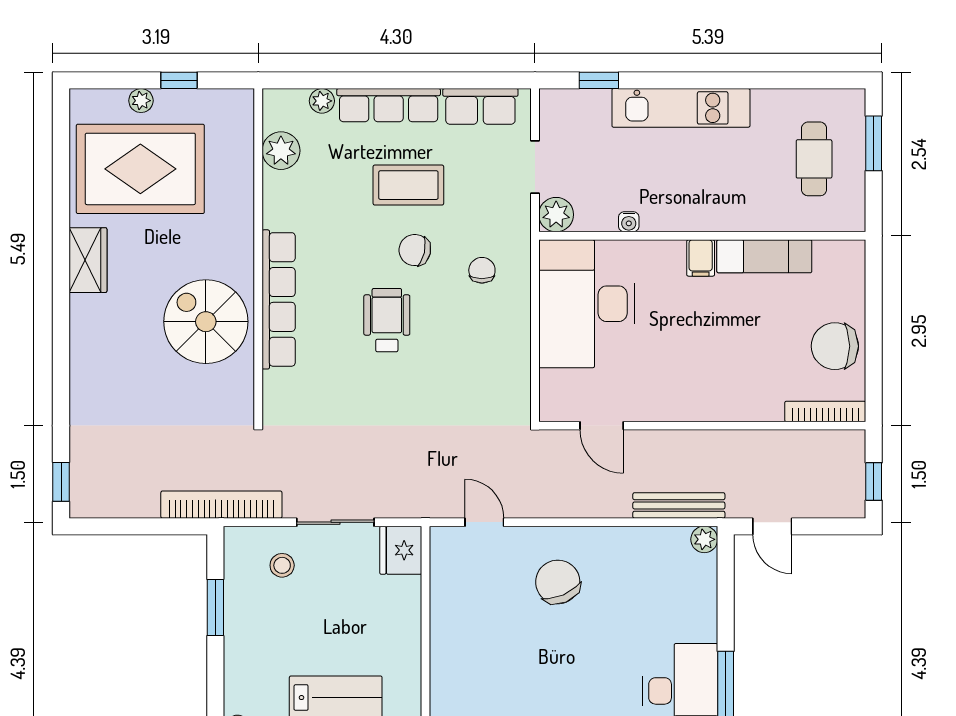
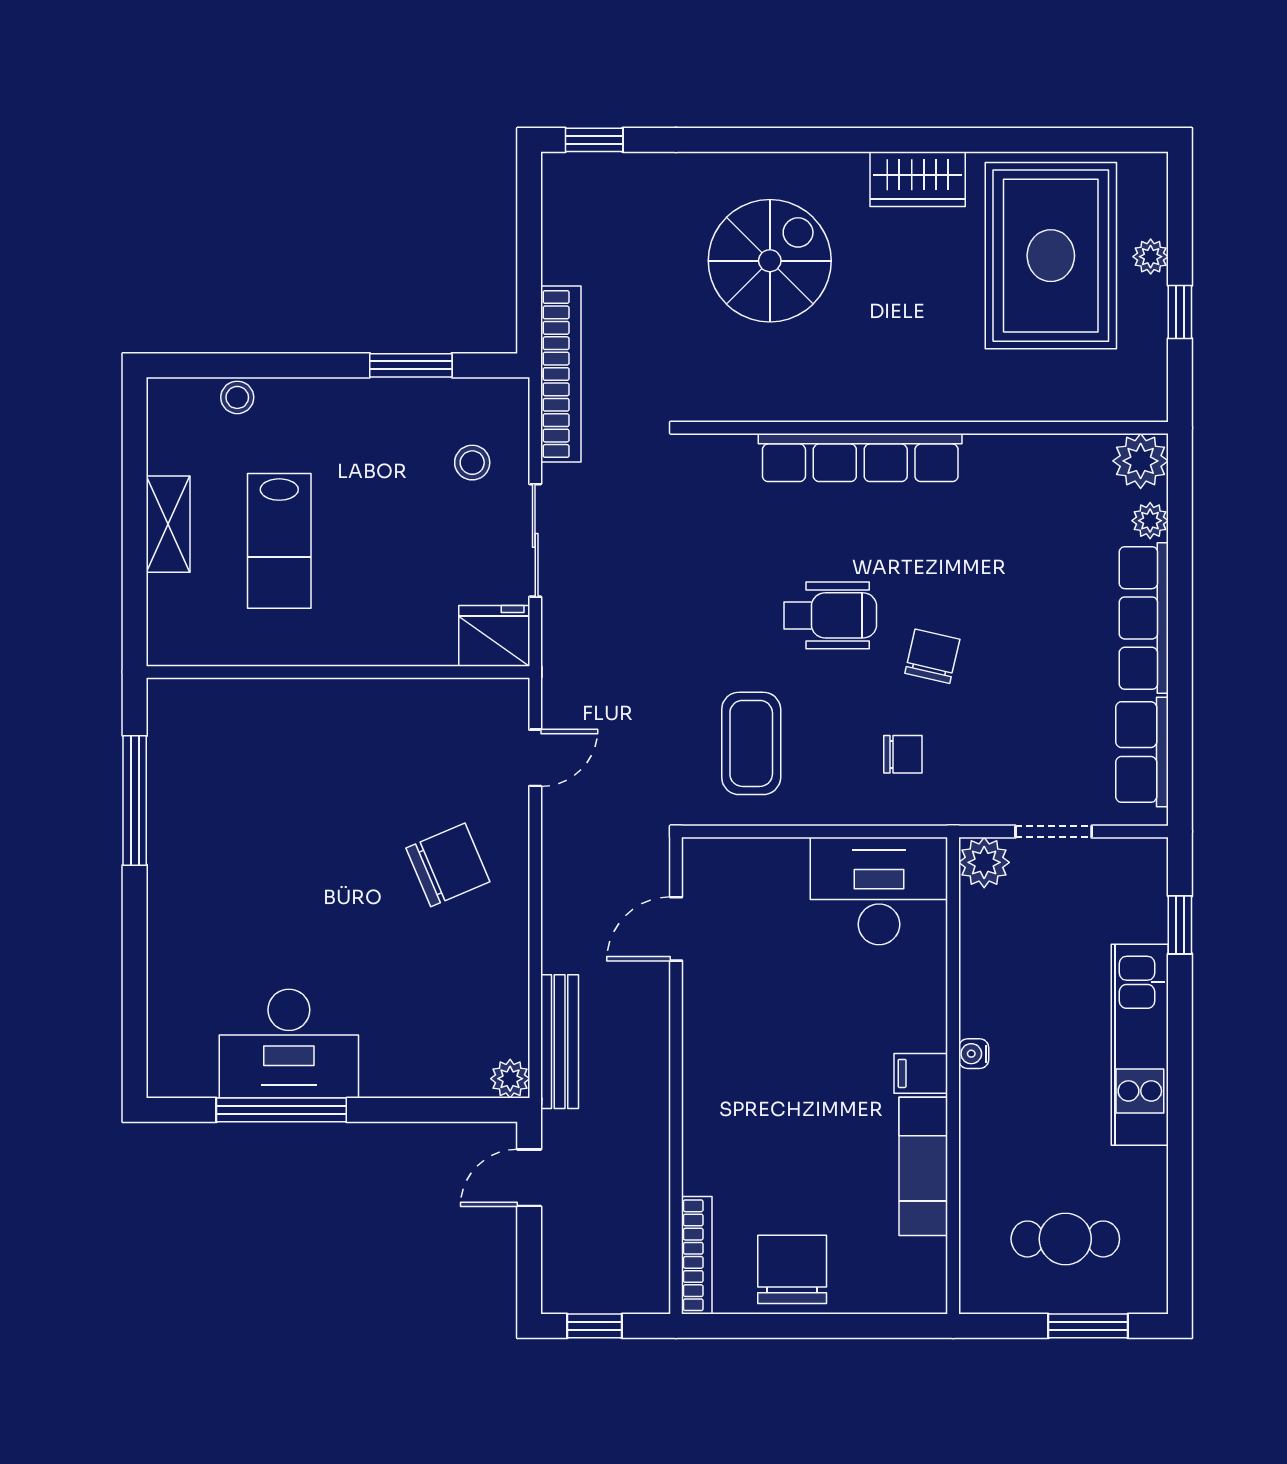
plant: (281, 151) -> (1141, 461), moved
coffee table: (408, 185) -> (751, 743), moved
water cooler: (629, 222) -> (974, 1054), moved
desk: (587, 304) -> (879, 891), width x0.73, depth x0.77
spiral stairs: (206, 322) -> (770, 261), moved

